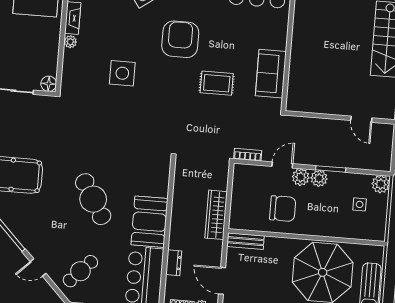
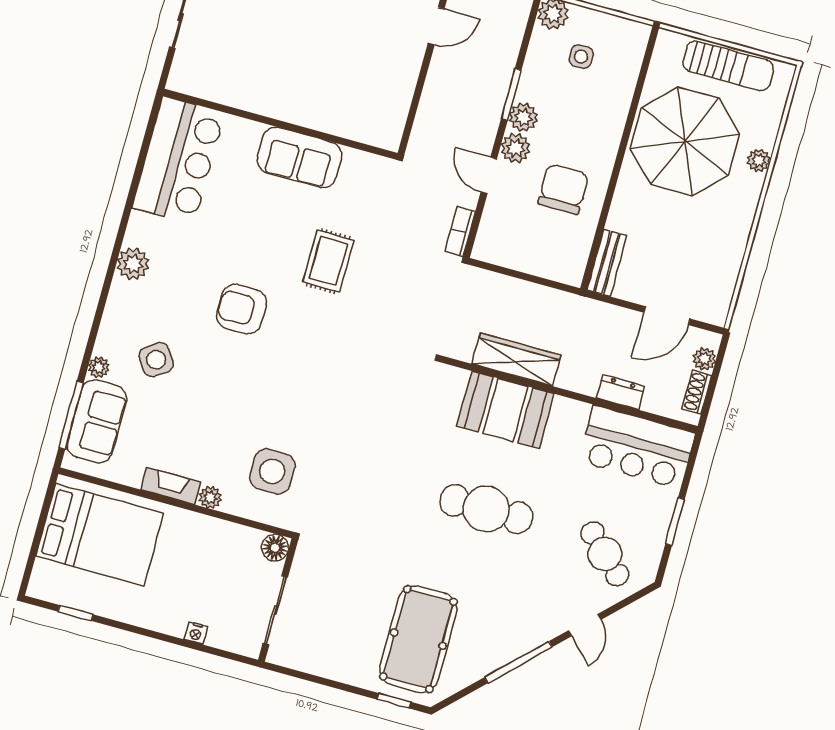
armchair: (180, 39) -> (242, 309), width x0.73, depth x0.73
side table: (122, 73) -> (272, 471), moved
sofa: (271, 74) -> (299, 157), moved
cafe table: (93, 199) -> (486, 509), turned 31
wardrobe: (216, 215) -> (516, 359), moved, turned 180
booth: (149, 222) -> (506, 410), moved

